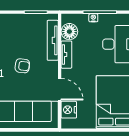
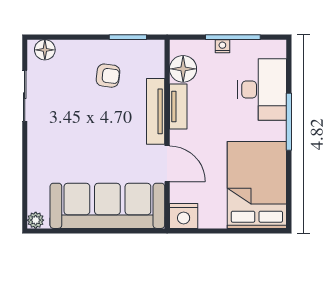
tv unit: (53, 40) -> (156, 111), moved
armchair: (22, 66) -> (108, 76), moved
nightstand: (69, 110) -> (184, 216), moved, turned -90

